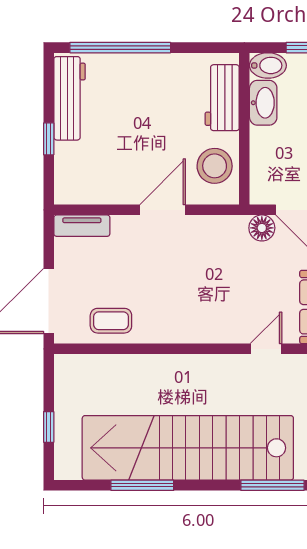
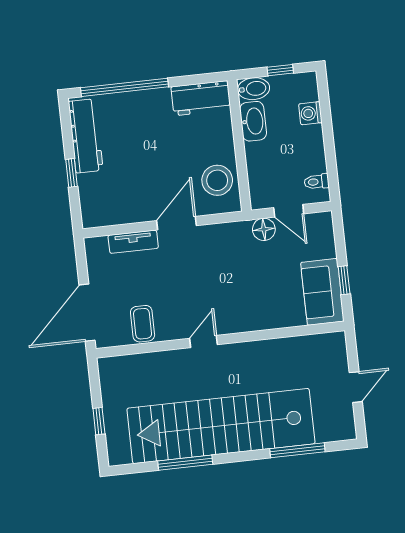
workbench: (222, 98) -> (201, 98), moved, turned -90
tv unit: (82, 226) -> (133, 242), moved
coffee table: (111, 321) -> (143, 324), turned 90
door: (266, 349) -> (203, 341), moved

